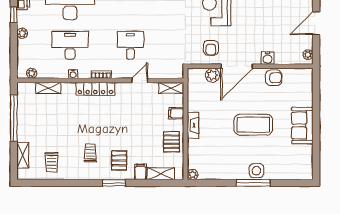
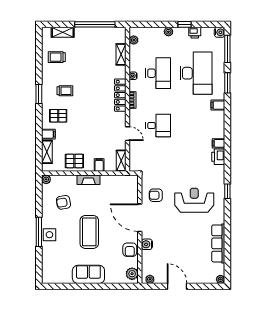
plant: (212, 75) -> (132, 274), moved
armchair: (219, 154) -> (63, 202), added
window: (114, 183) -> (39, 94), moved

